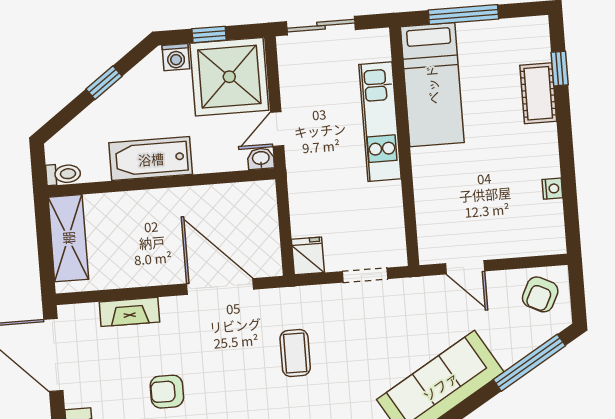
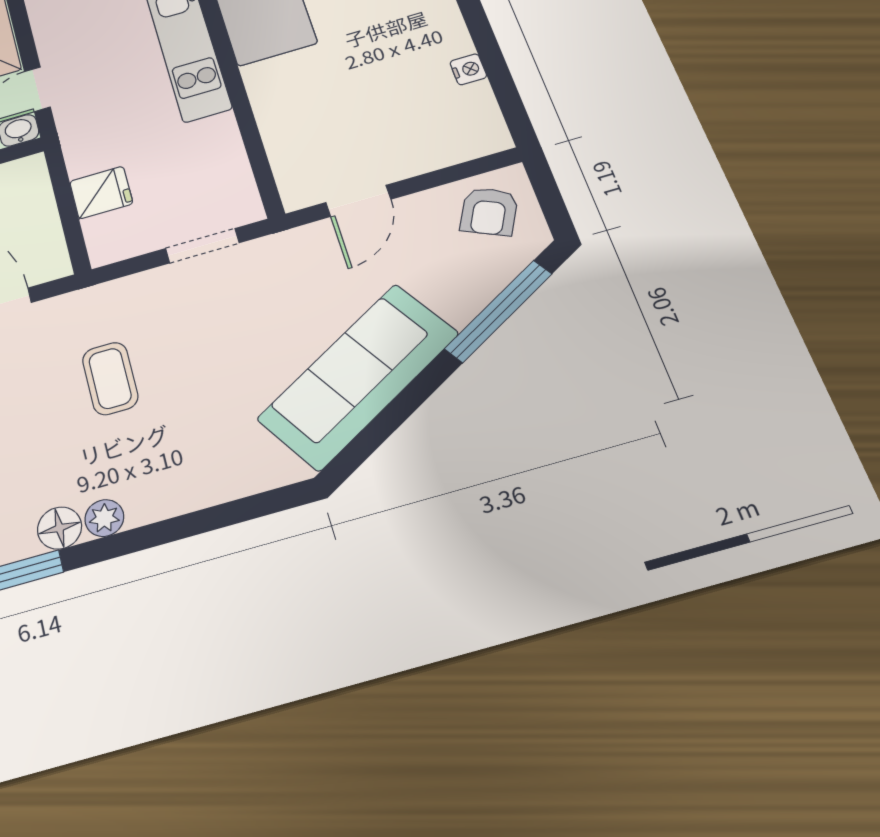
fridge: (308, 256) -> (101, 193), moved, turned 90
door: (465, 267) -> (358, 201), hinge flipped

